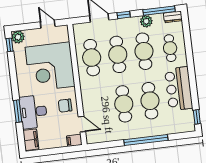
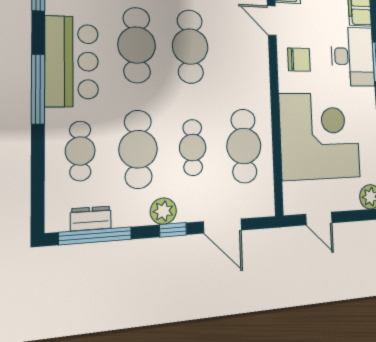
dresser: (173, 17) -> (91, 218), moved
plant: (146, 21) -> (163, 211), moved
cafe table: (118, 54) -> (193, 148), width x0.73, depth x0.74
window: (192, 74) -> (38, 89), added

